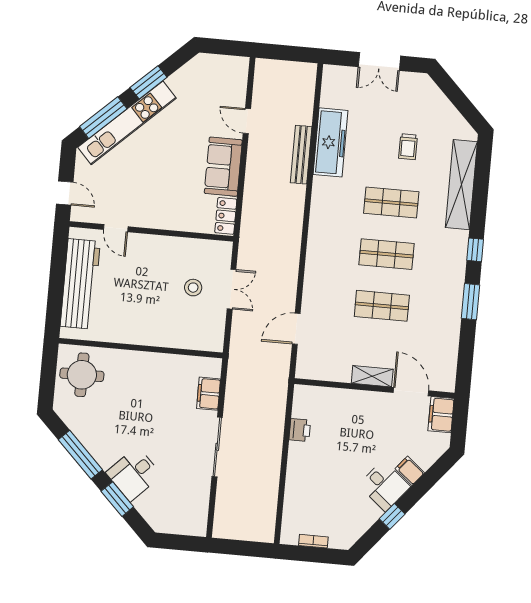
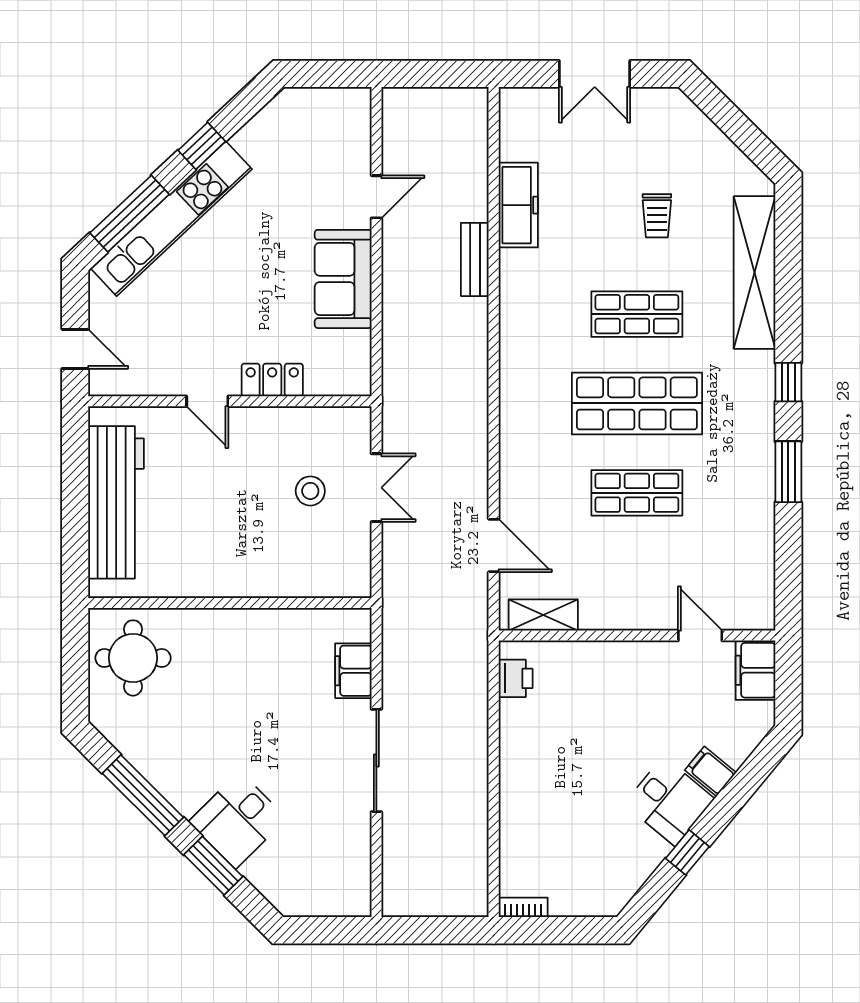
window: (149, 82) -> (202, 146), width x0.67
door: (247, 121) -> (376, 197), swing flipped
freezer: (331, 142) -> (518, 205), width x0.73, depth x0.79
bench: (301, 155) -> (475, 259), width x0.73
locker: (226, 216) -> (272, 380), moved, turned 90
door: (116, 228) -> (207, 401), moved
shop shelf: (387, 254) -> (637, 403), width x1.43, depth x1.36
door: (296, 329) -> (494, 546), swing flipped
shelving: (372, 376) -> (543, 615), moved
door: (411, 392) -> (700, 636), width x0.73
printer: (300, 430) -> (516, 678), moved
bookcase: (313, 541) -> (523, 907), moved

